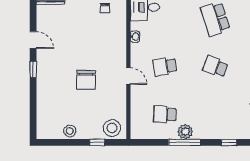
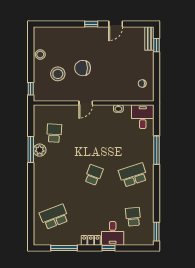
school desk: (165, 66) -> (94, 133), removed
stool: (112, 128) -> (58, 74), moved
window: (97, 142) -> (31, 89), moved
window: (229, 142) -> (31, 186), removed

